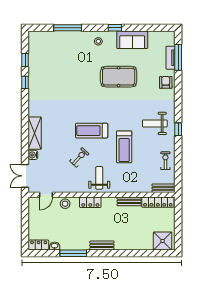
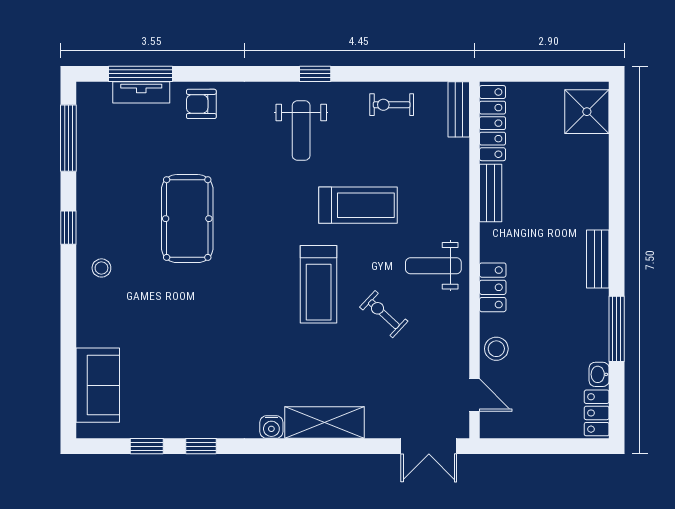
window: (68, 28) -> (68, 138), moved
sofa: (132, 40) -> (98, 385), moved
water cooler: (33, 155) -> (271, 427), moved

